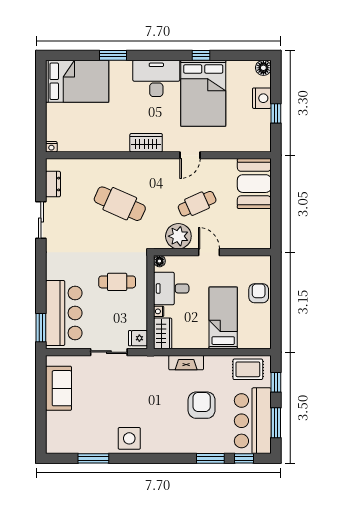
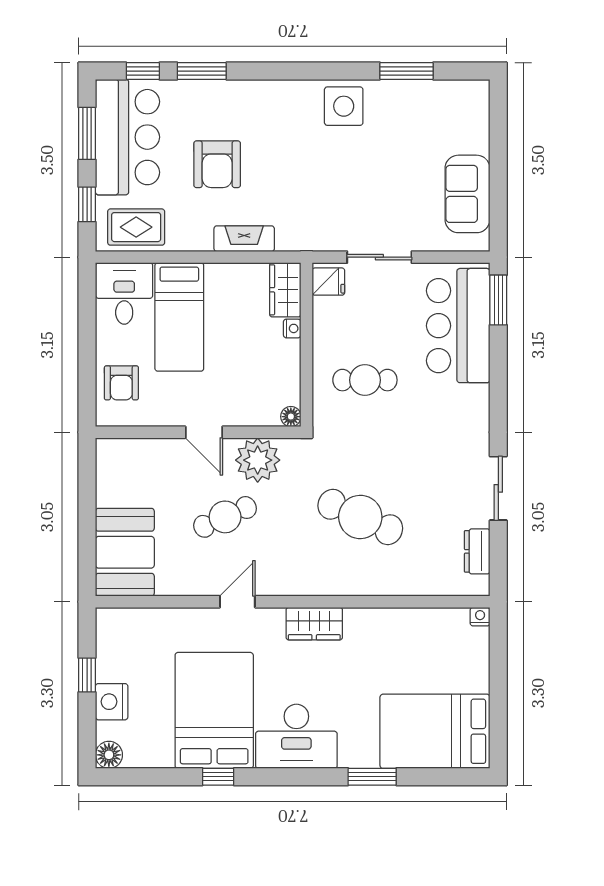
desk: (171, 289) -> (124, 293), moved, turned -90
armchair: (259, 293) -> (121, 383), moved

